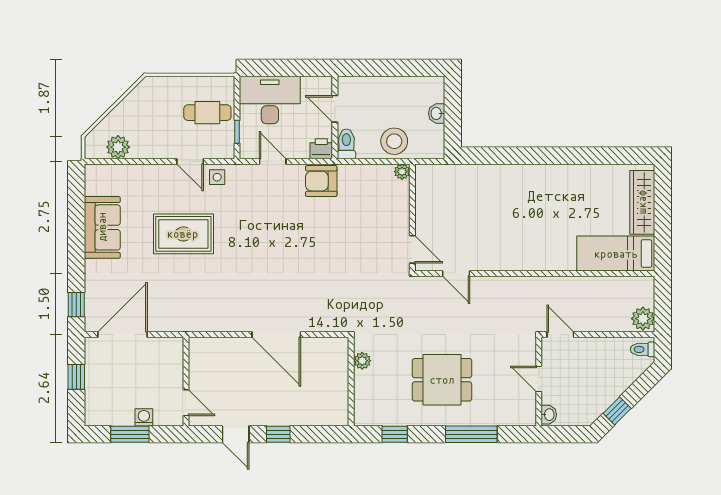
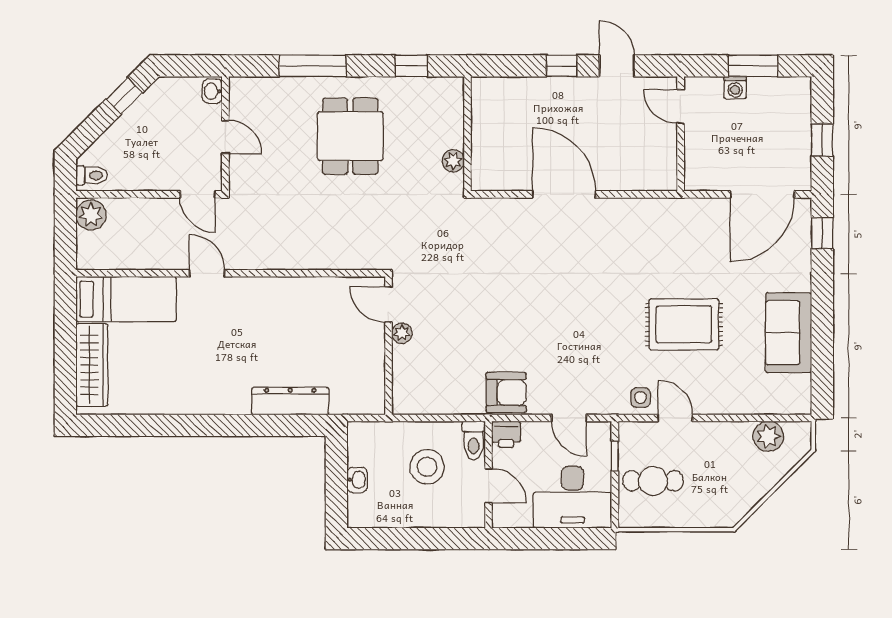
stool: (394, 141) -> (427, 467), moved
plant: (402, 172) -> (402, 333), moved
dresser: (489, 174) -> (290, 401), added
door: (456, 273) -> (207, 273), moved
dining table: (442, 380) -> (350, 136), turned 90

